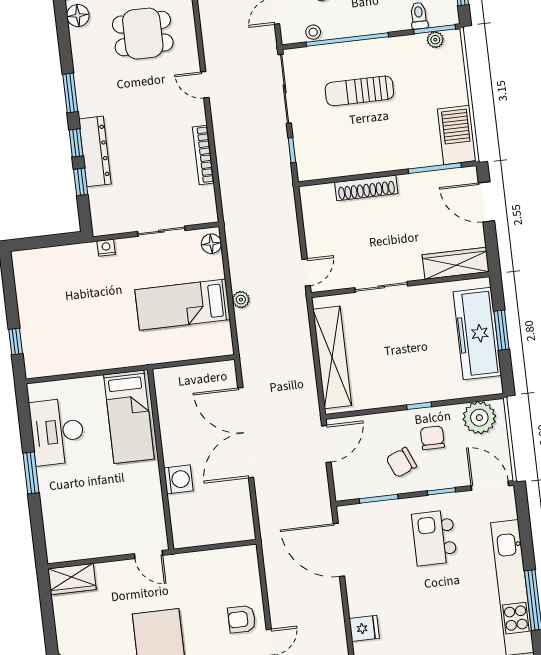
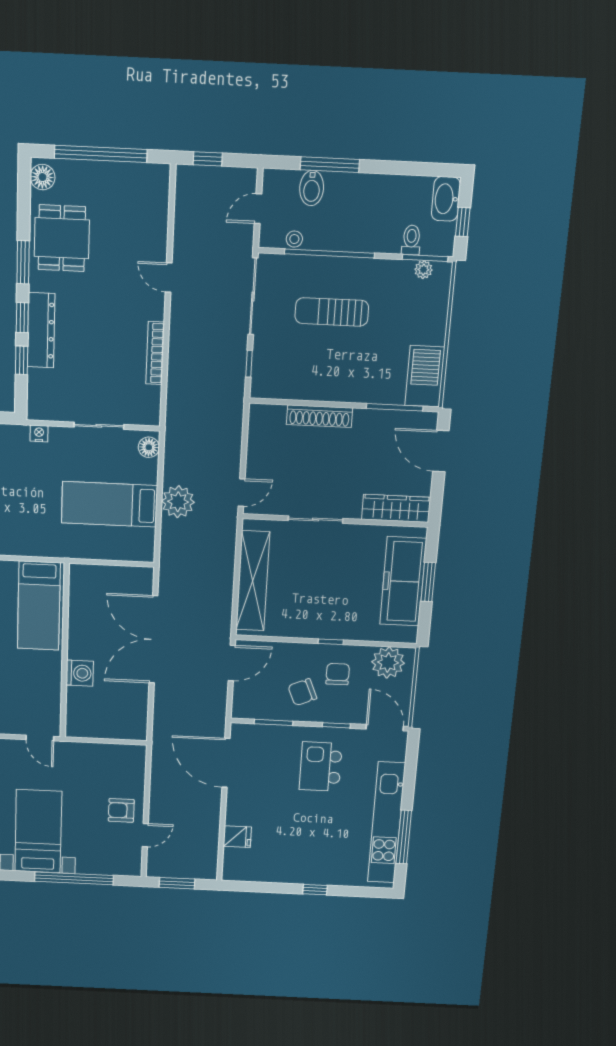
dining table: (143, 34) -> (62, 238), moved, turned 90
plant: (241, 300) -> (178, 502), width x1.88, depth x1.88

